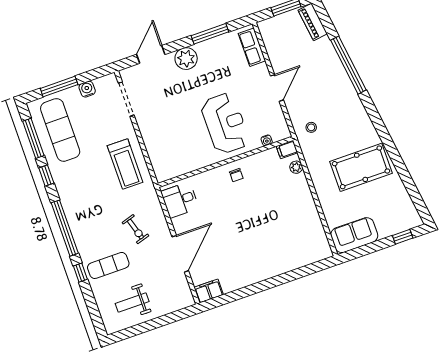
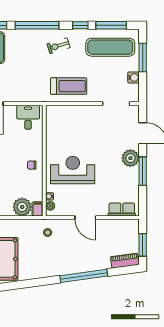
window: (210, 34) -> (143, 171), moved
reception desk: (225, 123) -> (73, 170), turned 180
plant: (278, 135) -> (50, 206), added
treadmill: (125, 164) -> (69, 86), turned 180
plant: (296, 167) -> (22, 207), width x1.88, depth x1.88
exercise bike: (135, 229) -> (59, 46), moved

